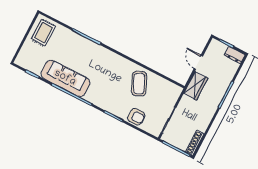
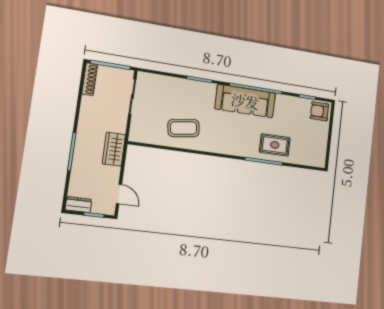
rug: (43, 33) -> (275, 145), moved, turned 90
door: (198, 62) -> (119, 194), moved
sofa: (65, 78) -> (245, 101), moved
coffee table: (139, 84) -> (184, 128), turned -72
armchair: (136, 117) -> (319, 111), moved

